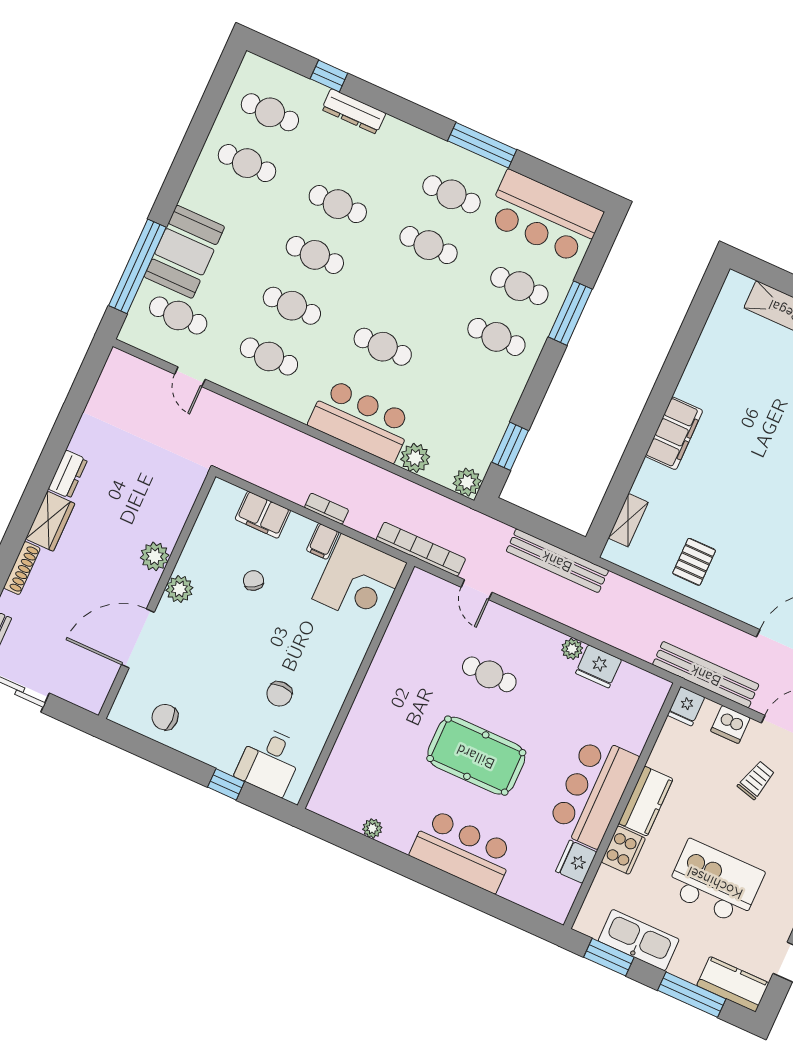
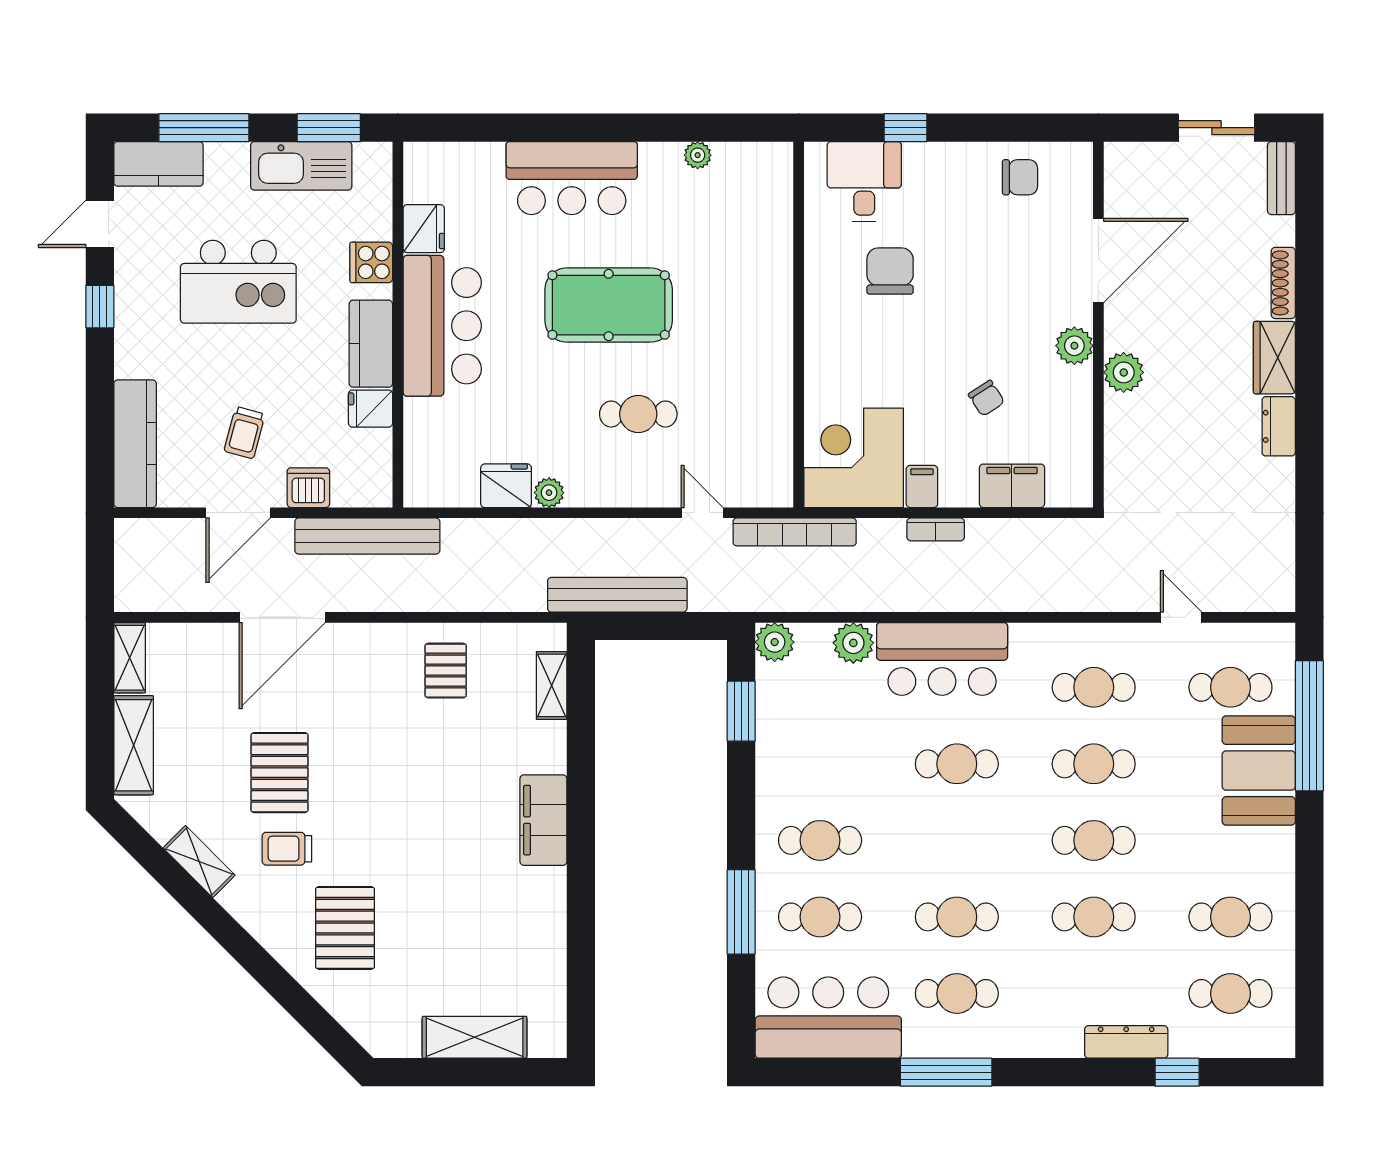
chair: (279, 694) -> (890, 271), width x1.37, depth x1.37
fridge: (686, 706) -> (371, 409), moved, turned -90
cooker: (623, 850) -> (371, 262), width x0.73

